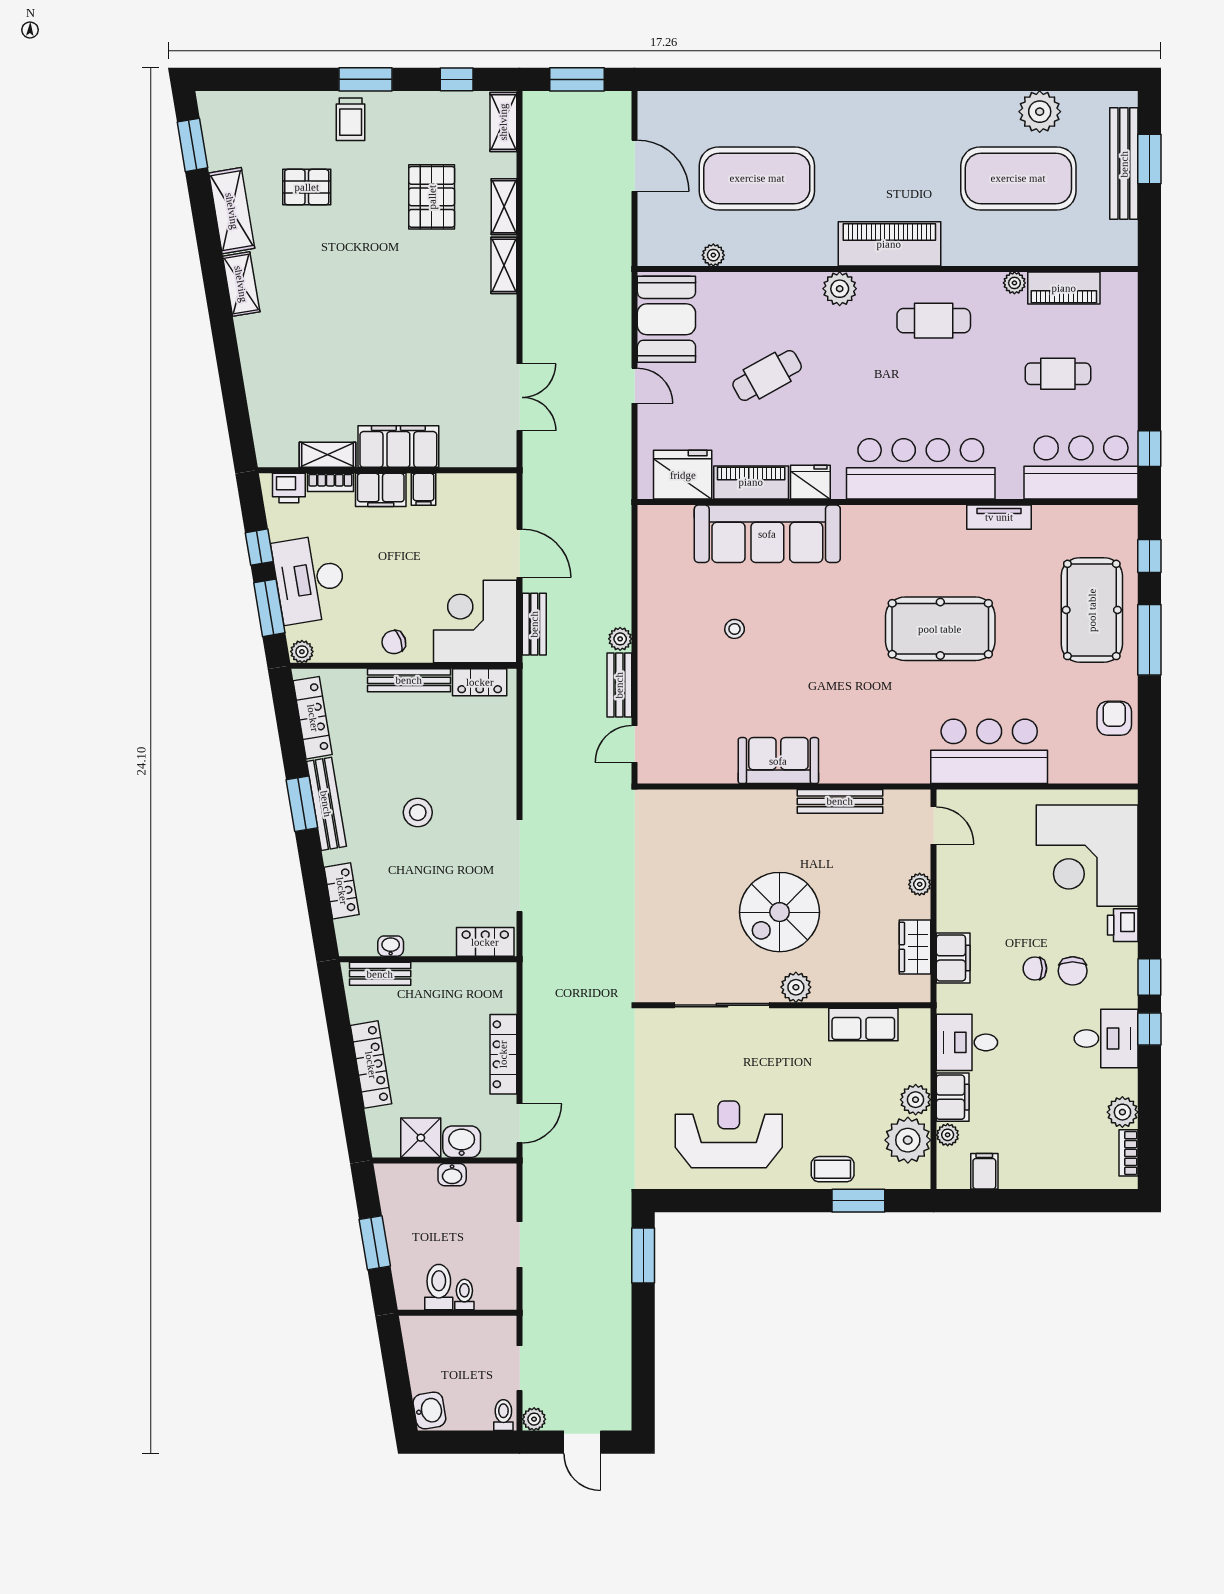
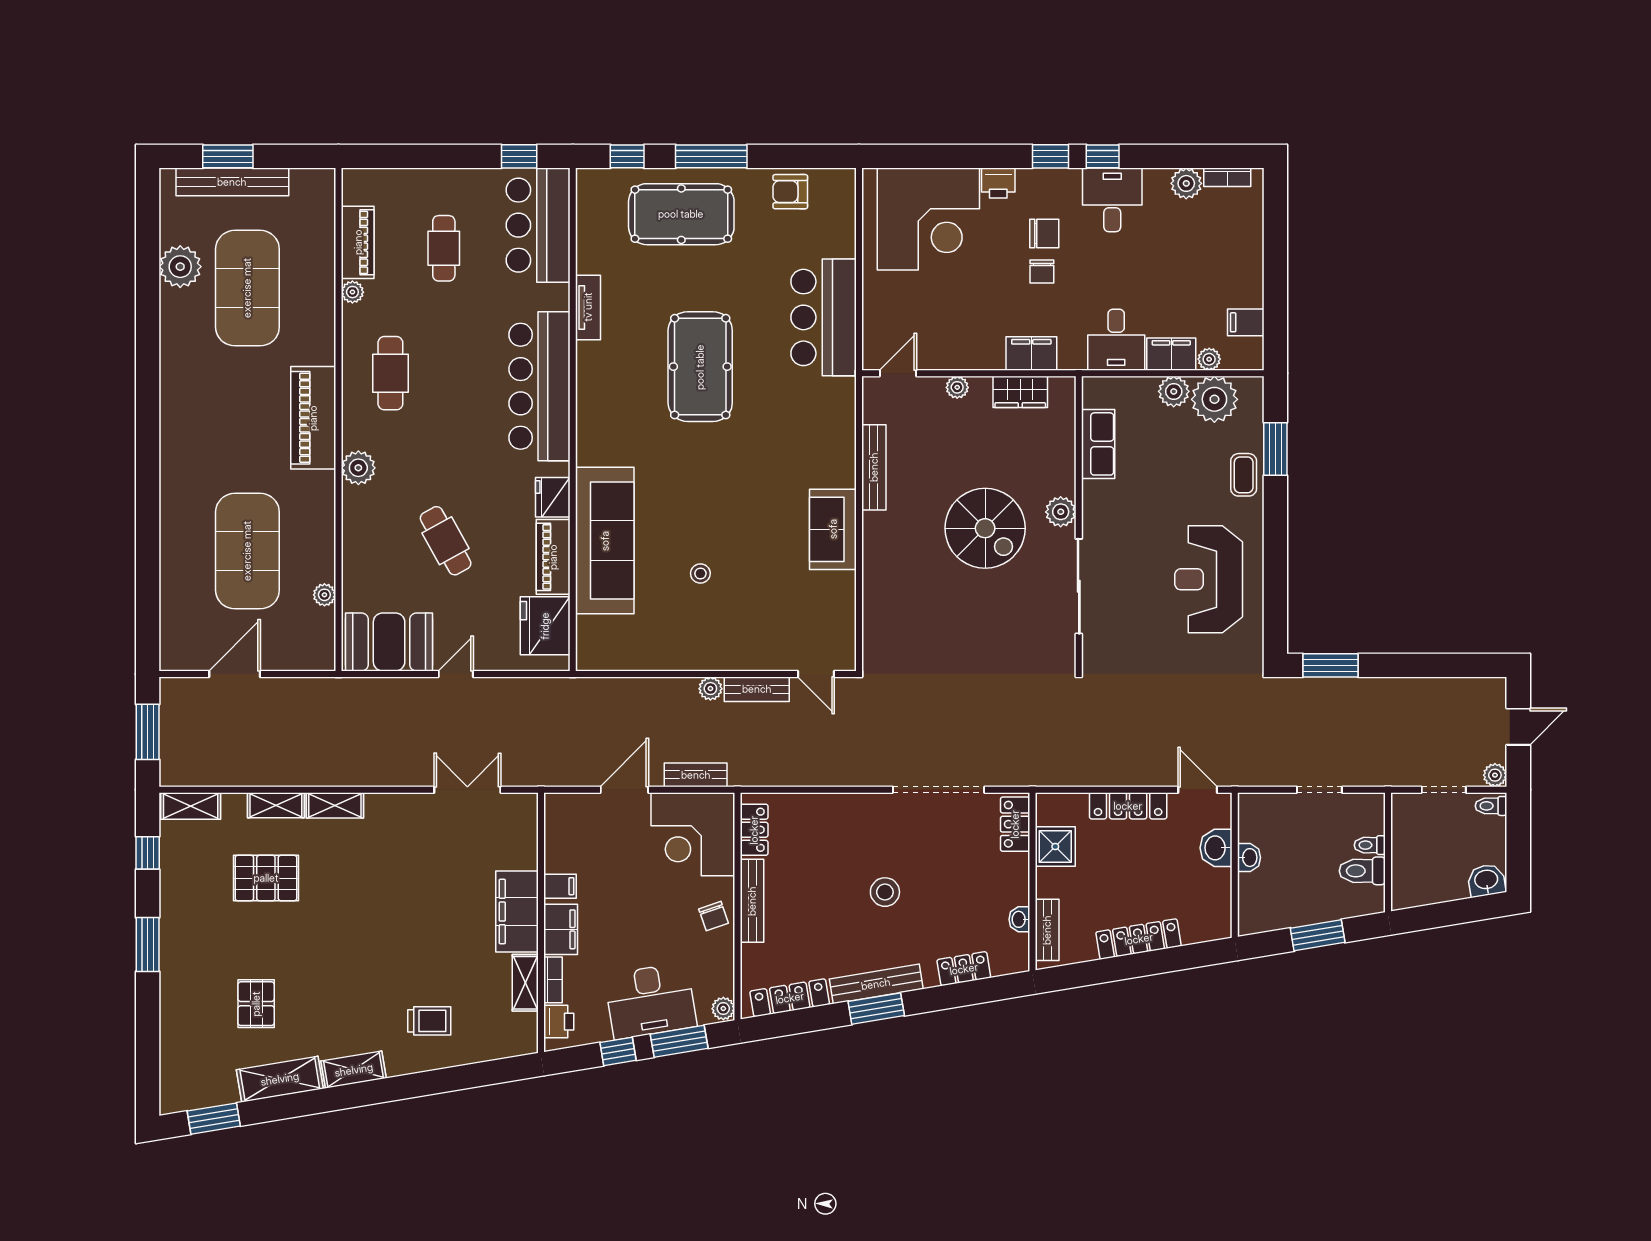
trolley: (351, 119) -> (429, 1021), moved
shower: (421, 1138) -> (1055, 847), moved

